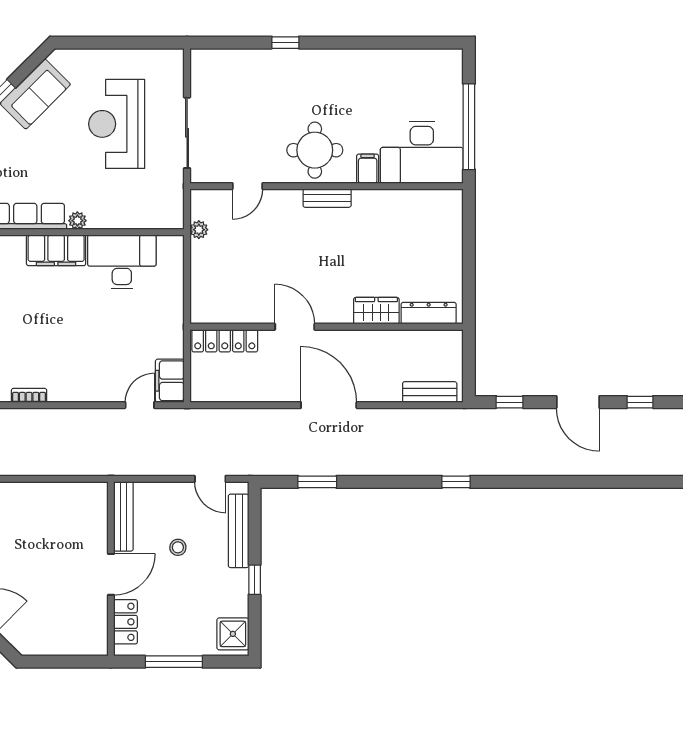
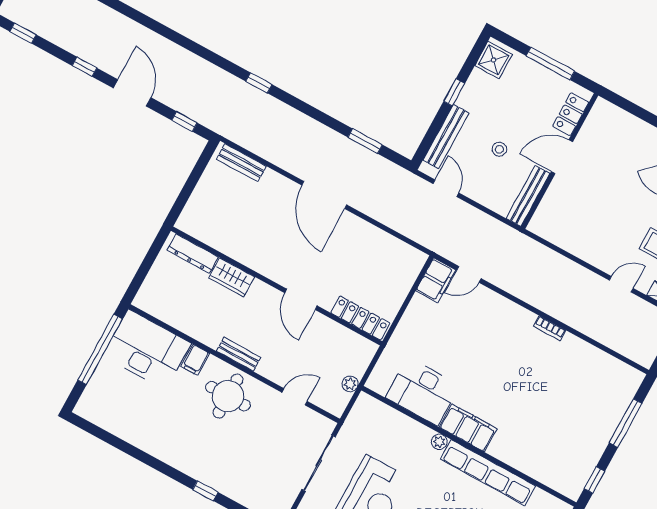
wardrobe: (376, 311) -> (232, 277), moved
dresser: (429, 313) -> (193, 254), moved
door: (295, 327) -> (301, 299), moved
wall: (326, 327) -> (277, 286), moved
locker: (225, 341) -> (360, 318), moved

